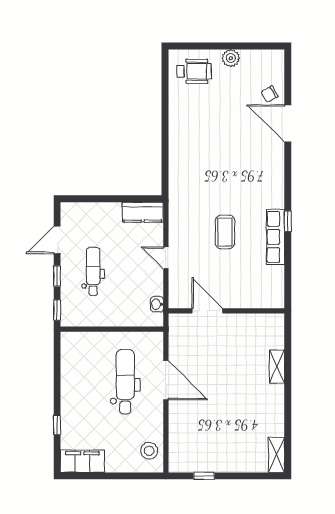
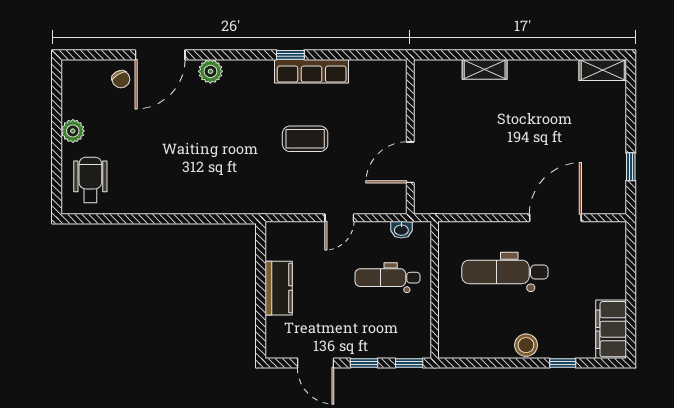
plant: (275, 161) -> (210, 71), added
kitchen counter: (143, 212) -> (279, 288), moved
dental chair: (93, 271) -> (387, 278), moved
door: (166, 380) -> (555, 218), moved
stool: (149, 451) -> (526, 345), moved

